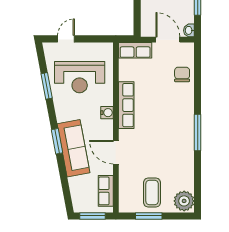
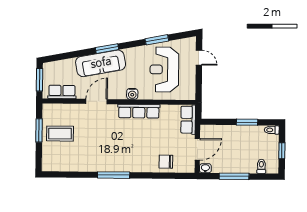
chair: (182, 74) -> (166, 162), turned 180
plant: (184, 201) -> (52, 162), removed

